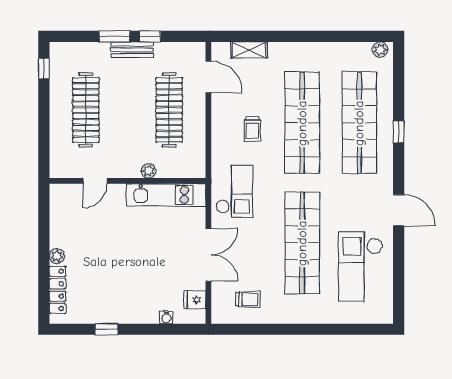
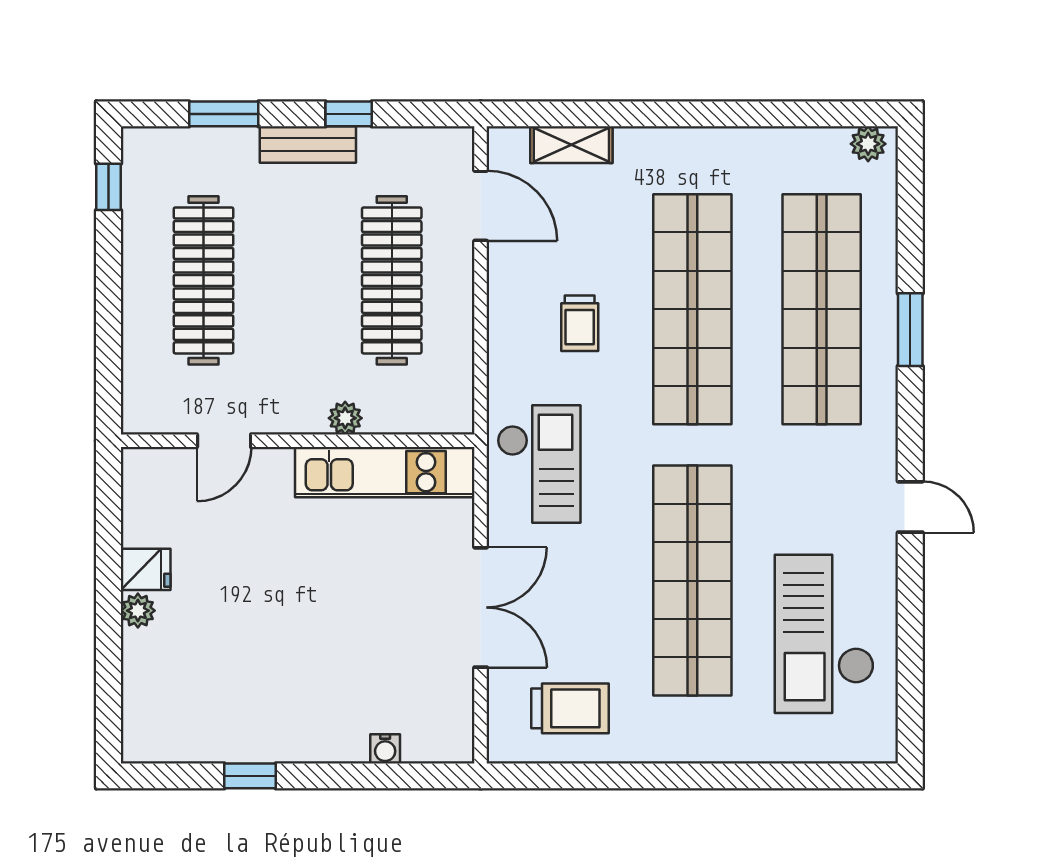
window: (114, 36) -> (224, 114), moved
window: (399, 132) -> (910, 330), width x1.50
door: (399, 210) -> (910, 507), width x0.73
locker: (58, 290) -> (139, 687), removed
trolley: (248, 299) -> (570, 708), width x1.36, depth x1.39
fridge: (195, 300) -> (146, 569), moved, turned 180

